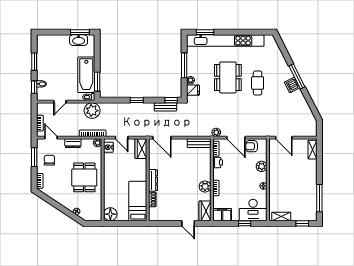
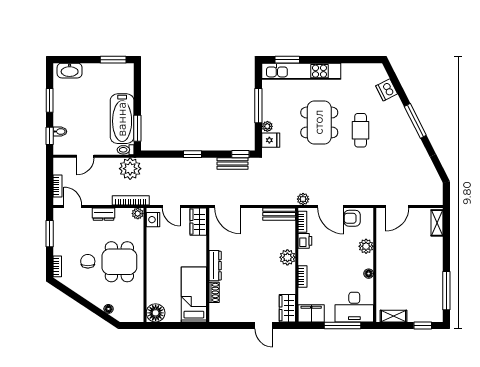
washbasin: (79, 40) -> (70, 71), moved
kitchen unit: (225, 41) -> (301, 71), width x0.73
dishwasher: (292, 85) -> (387, 90), moved
door: (284, 138) -> (397, 206), hinge flipped
chair: (49, 160) -> (88, 261), moved
plant: (205, 187) -> (287, 257), moved
window: (245, 223) -> (342, 326), width x2.17

